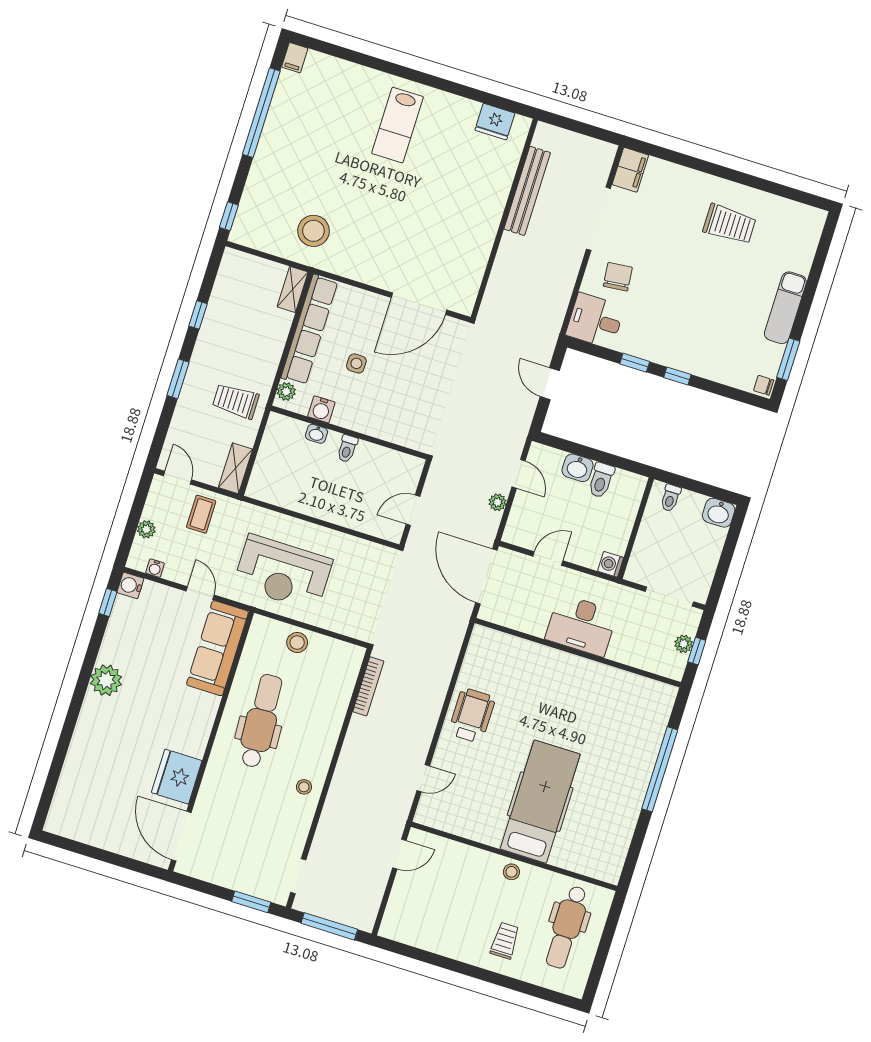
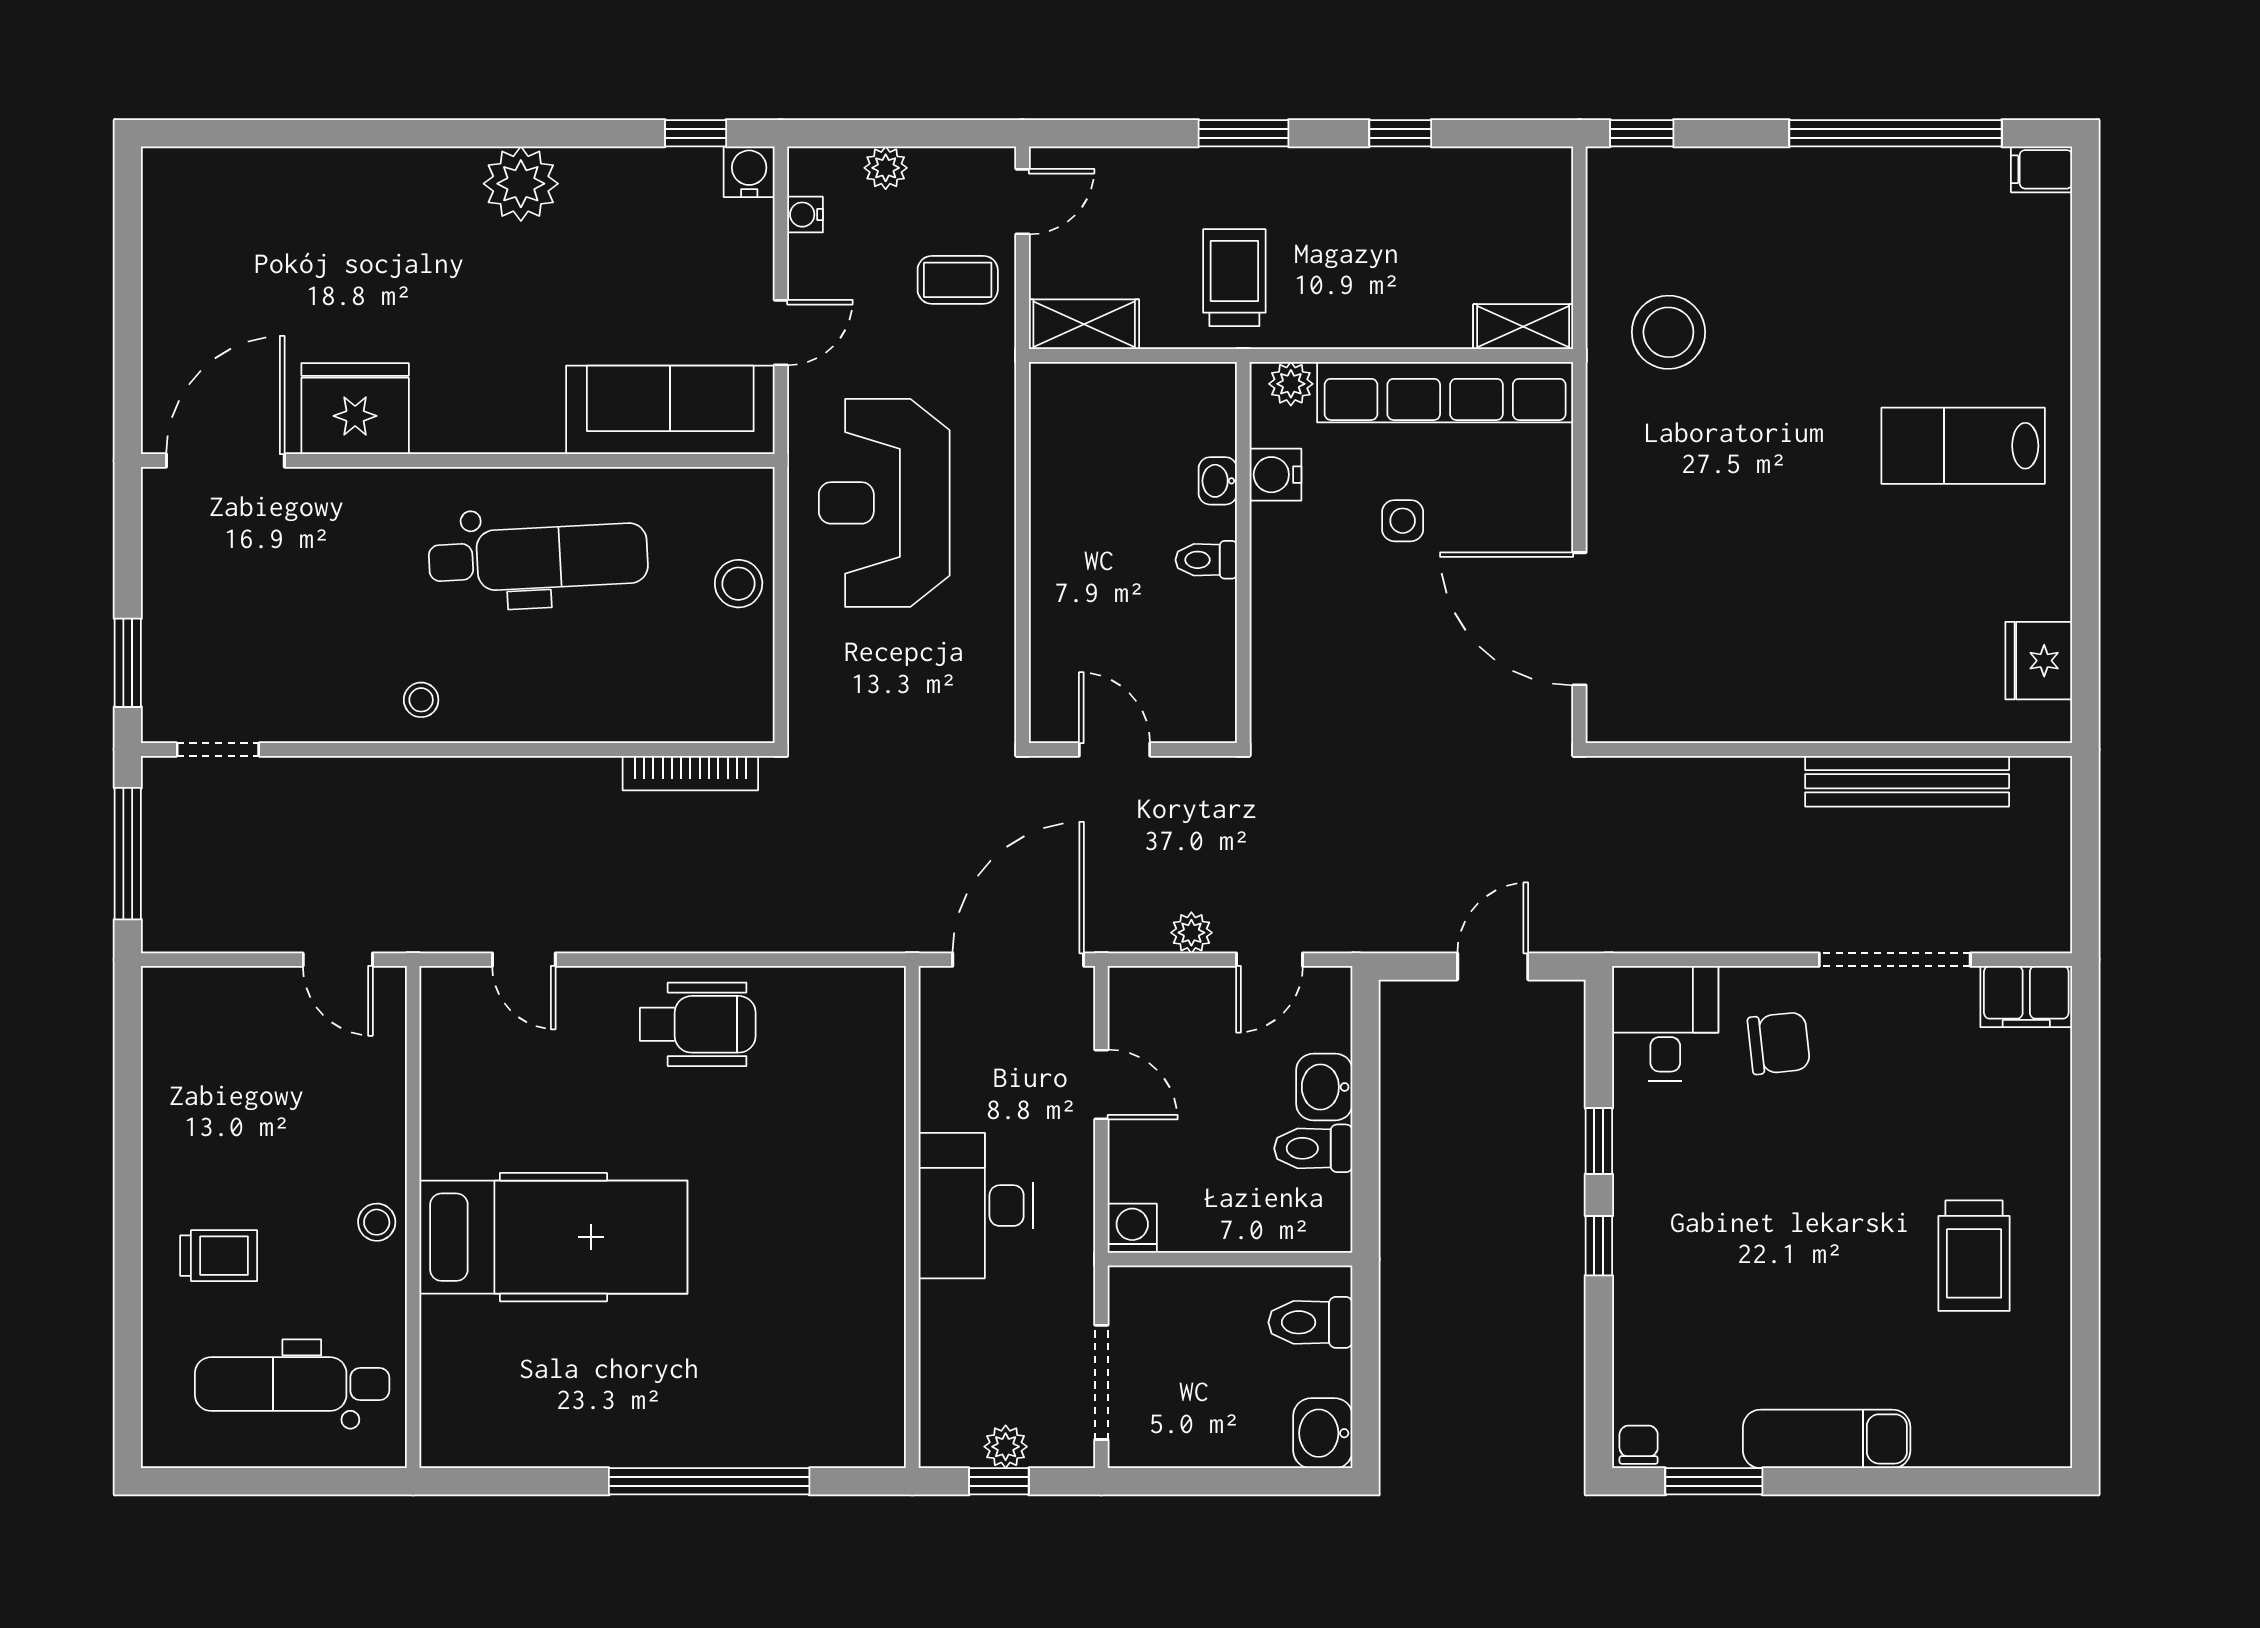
toilet: (670, 498) -> (1310, 1322), width x1.37, depth x1.39

